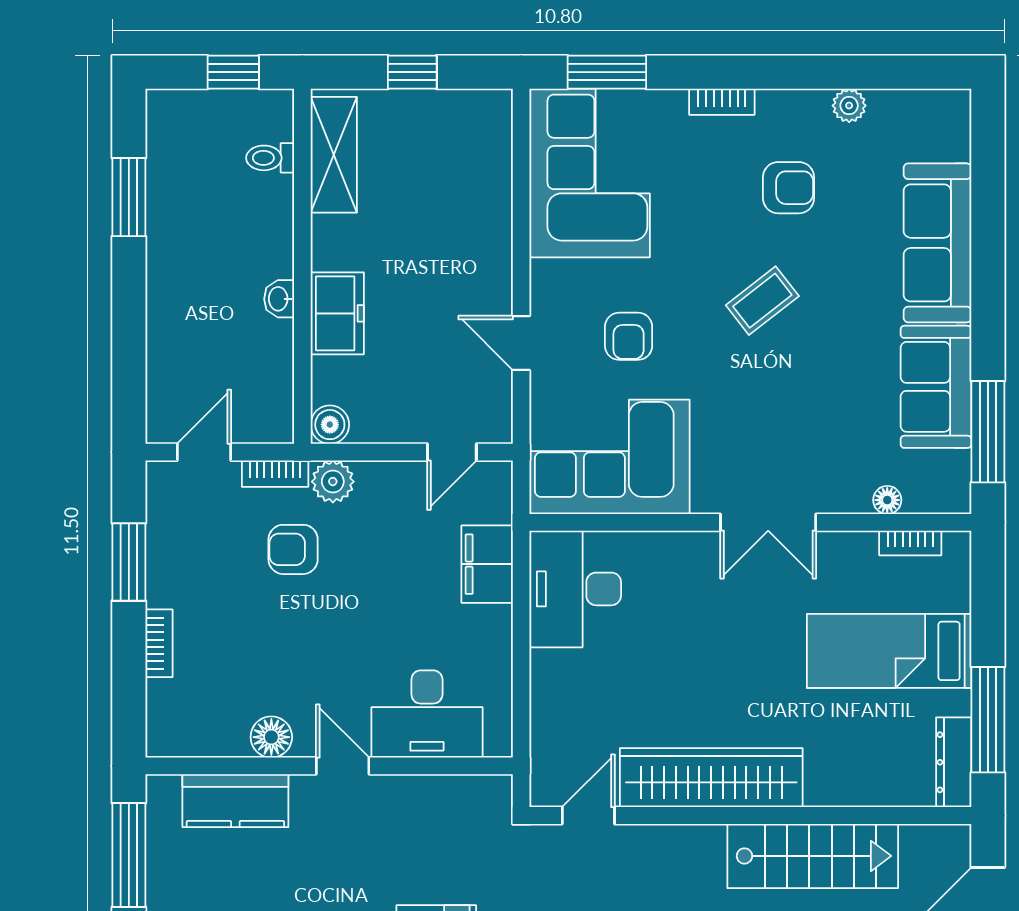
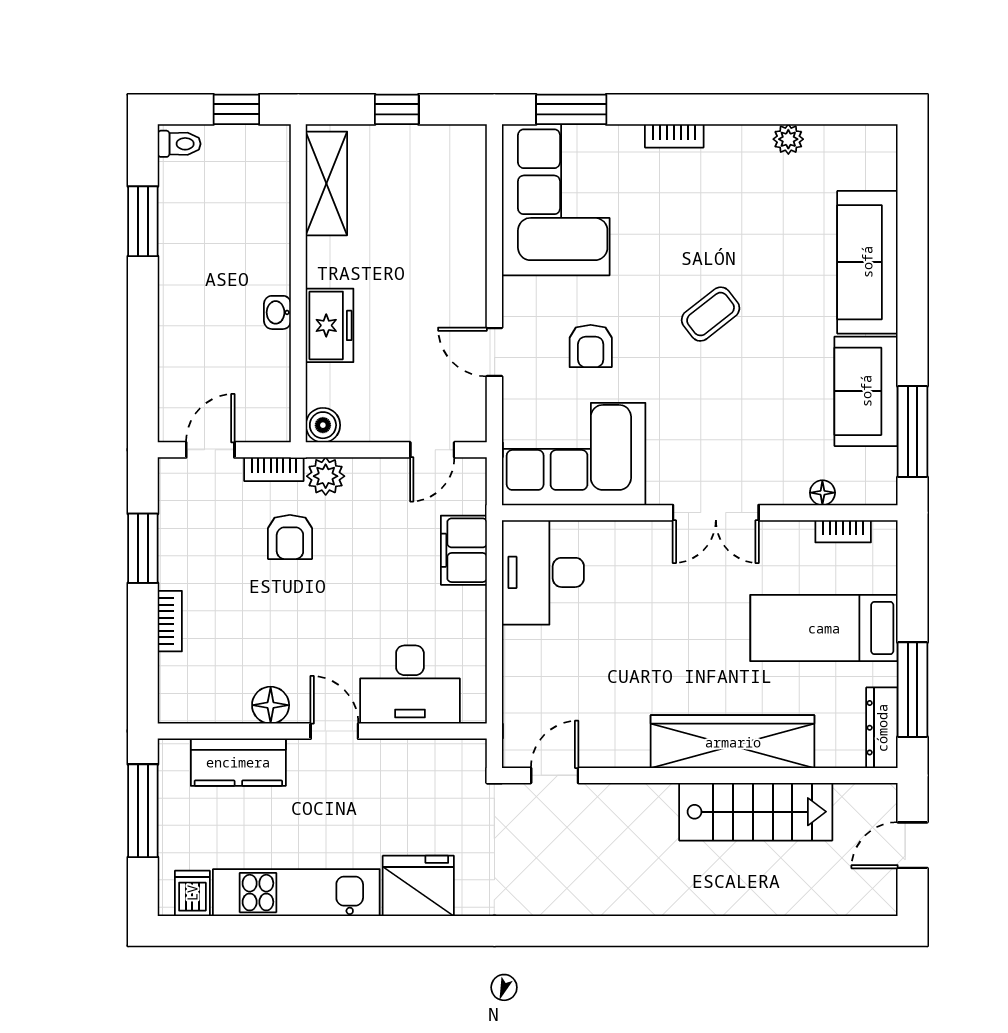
toilet: (270, 158) -> (179, 144), moved, turned 180
armchair: (788, 188) -> (734, 213), removed
armchair: (293, 549) -> (290, 537), turned -90
wardrobe: (711, 778) -> (733, 742), moved

